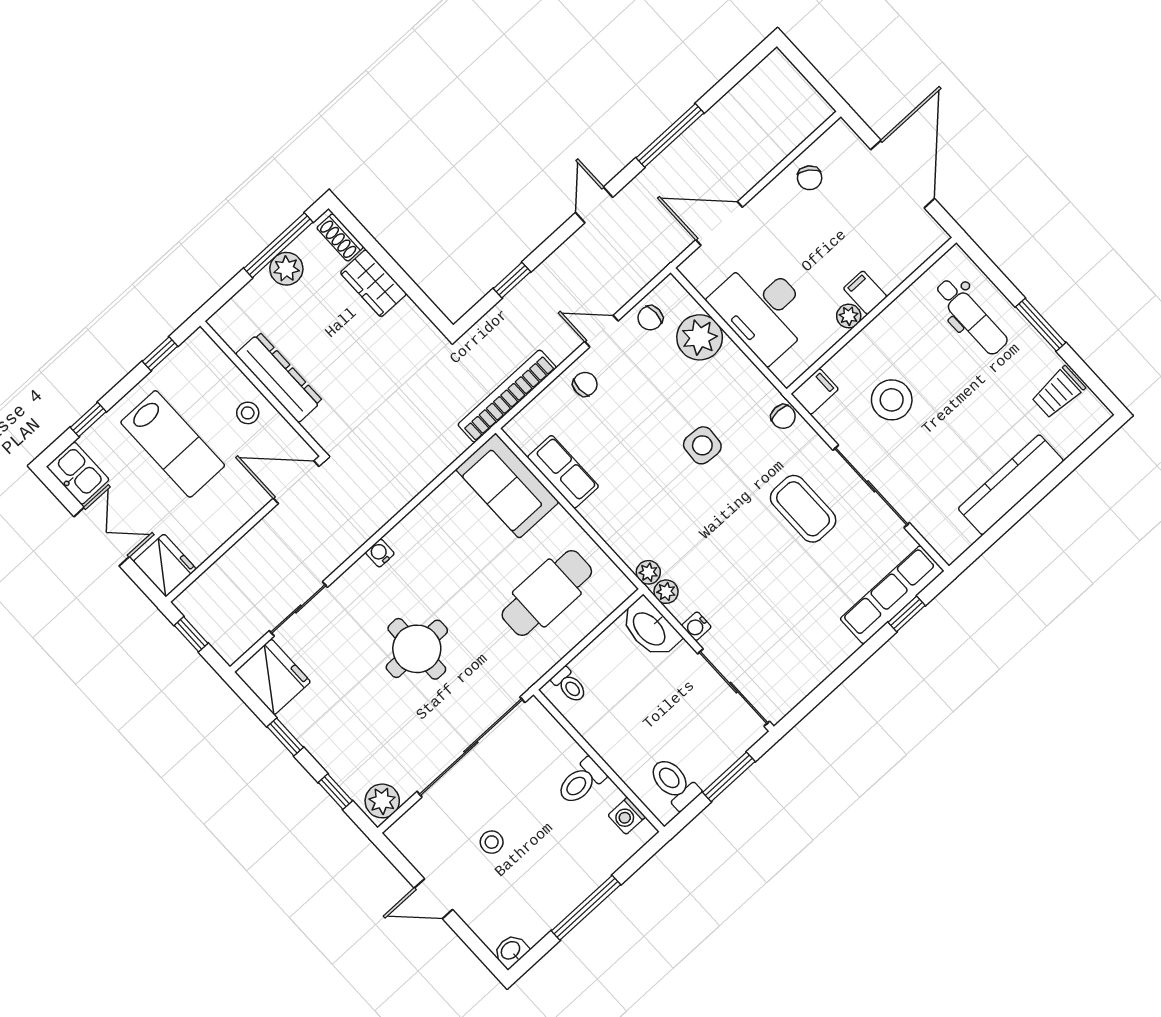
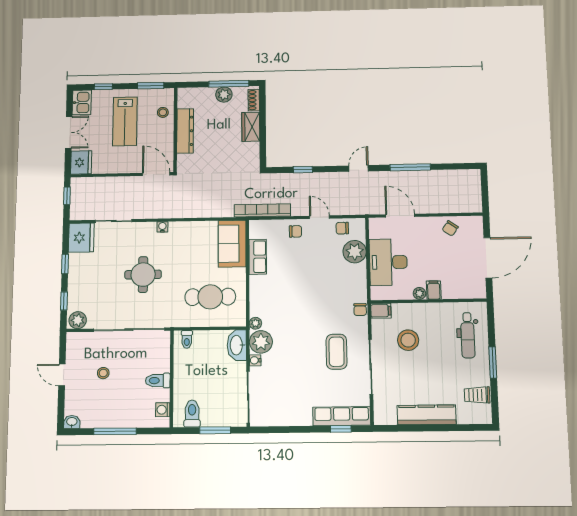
window: (160, 354) -> (151, 86), width x1.50
stool: (248, 413) -> (163, 112), moved
side table: (702, 445) -> (319, 293), removed
plant: (666, 592) -> (261, 342), width x1.88, depth x1.88

